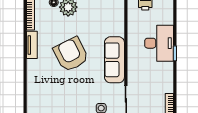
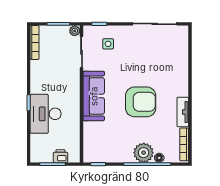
armchair: (71, 54) -> (141, 102), turned -63

